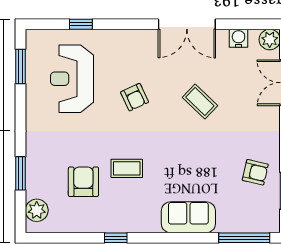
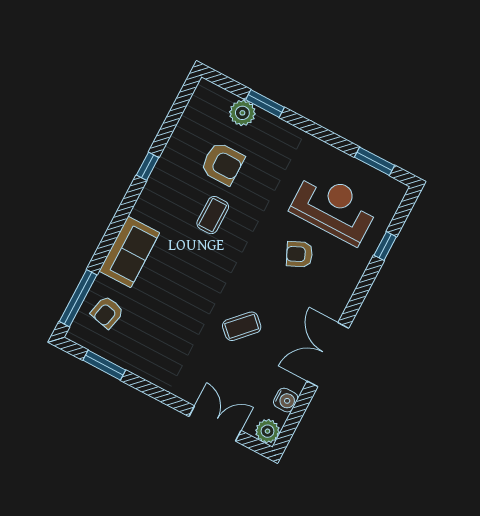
armchair: (135, 97) -> (299, 254), moved
armchair: (255, 172) -> (107, 312), moved
plant: (37, 210) -> (242, 113), moved

